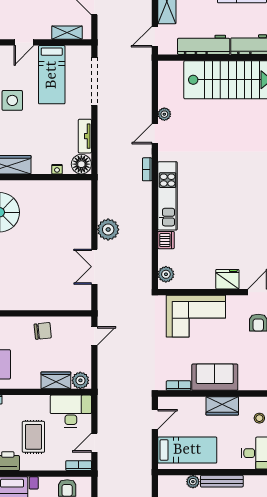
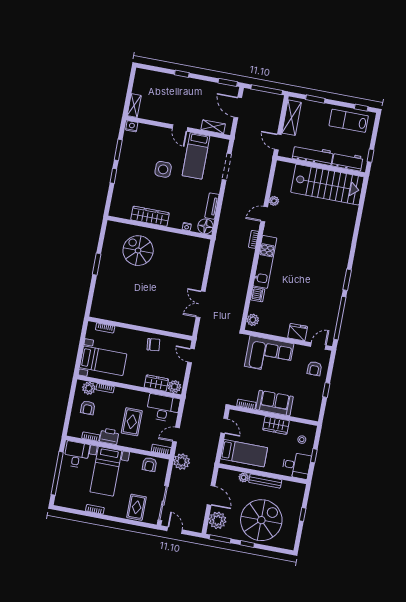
door: (155, 37) -> (278, 142), hinge flipped
door: (24, 42) -> (180, 128), hinge flipped
doorway: (94, 81) -> (227, 167), width x0.73
plant: (108, 229) -> (182, 462), moved
door: (94, 336) -> (191, 356), swing flipped
door: (155, 419) -> (224, 426), hinge flipped

